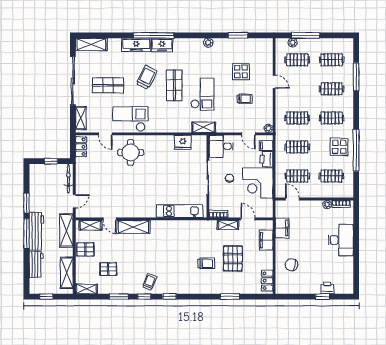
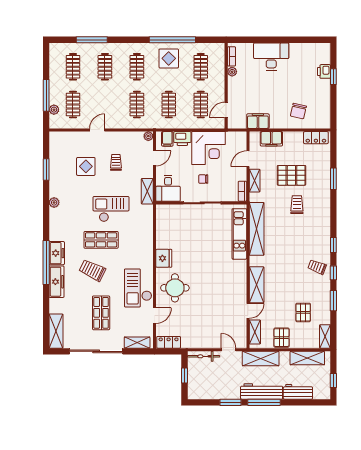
shelving: (204, 127) -> (147, 191), moved
fridge: (183, 142) -> (164, 258), moved
shelving: (184, 227) -> (257, 229), added

